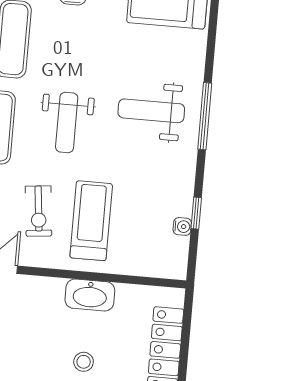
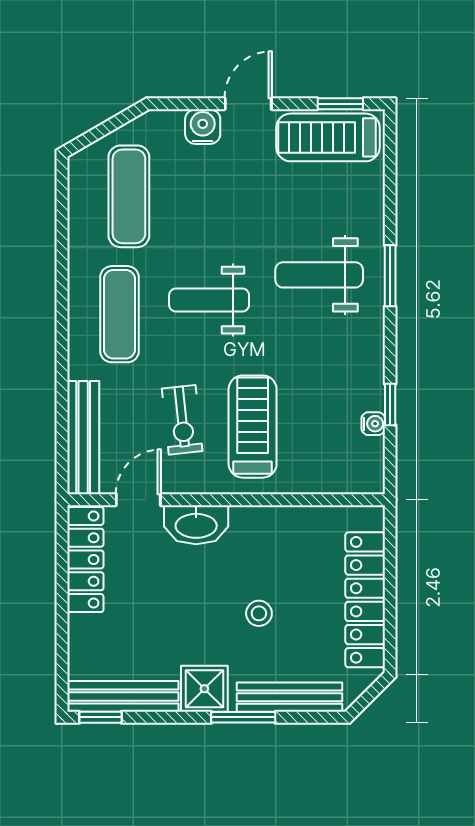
window: (205, 116) -> (390, 276), width x0.69
weight bench: (67, 122) -> (209, 300), turned 90
washbasin: (90, 295) -> (196, 525), moved

